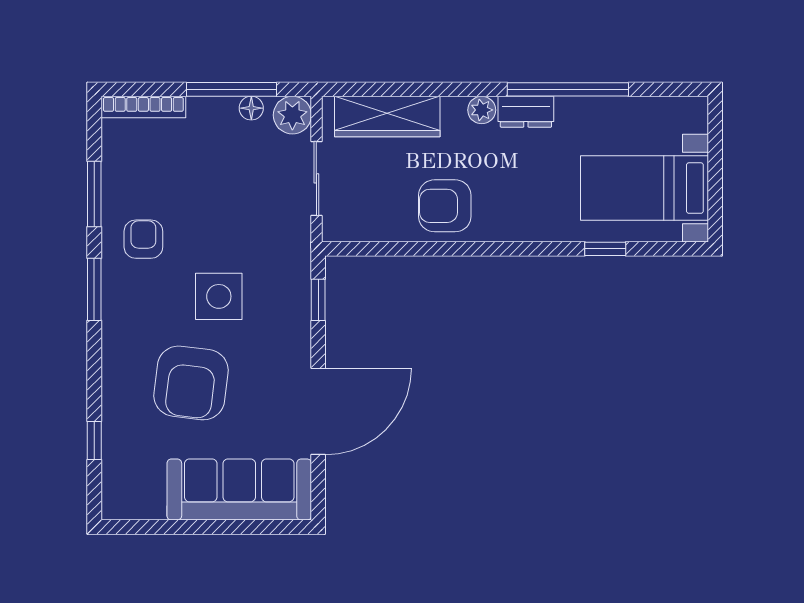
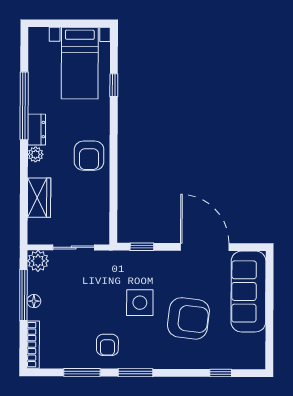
floor lamp: (251, 108) -> (34, 301), moved
wardrobe: (387, 117) -> (39, 198), width x0.67
armchair: (445, 206) -> (89, 156), moved
armchair: (143, 239) -> (107, 345), turned -90

